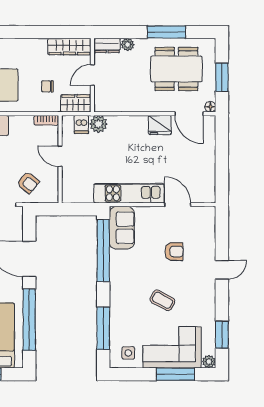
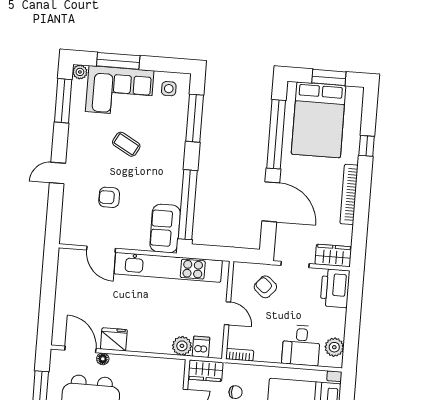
floor lamp: (210, 107) -> (103, 359), moved
kitchen unit: (129, 193) -> (168, 267), width x1.36
window: (222, 335) -> (63, 101), width x1.44

